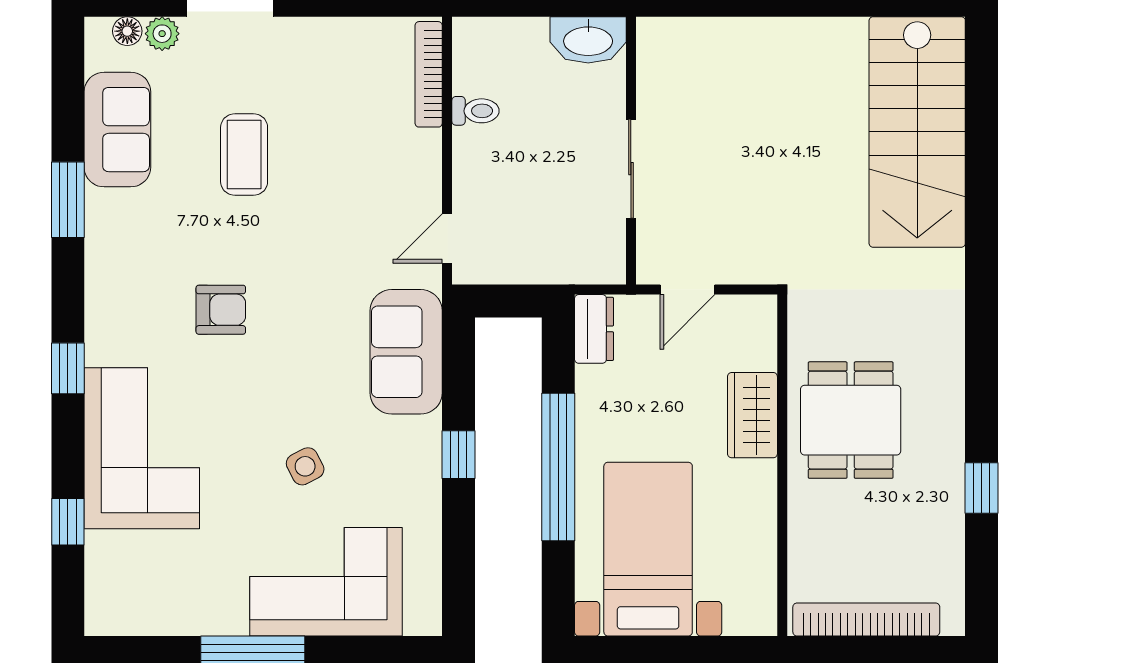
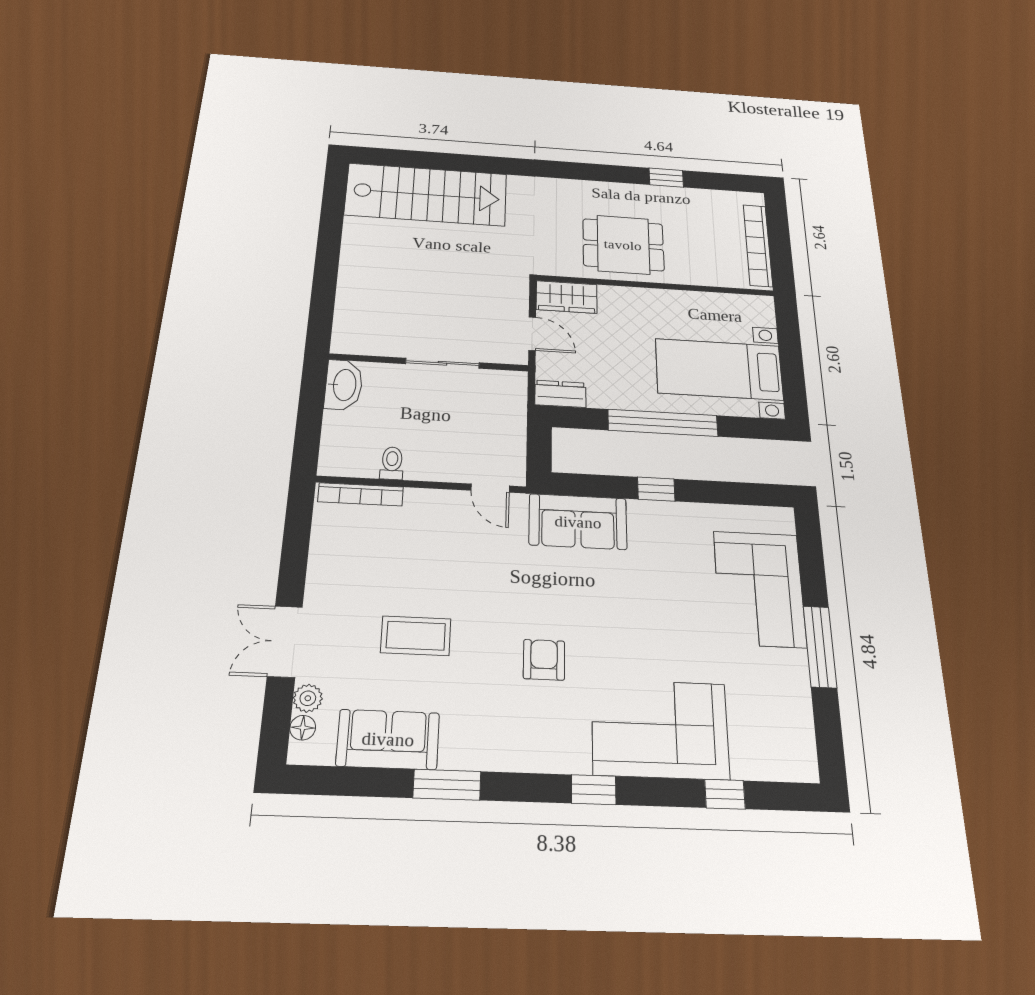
wardrobe: (752, 415) -> (567, 297), moved
side table: (305, 466) -> (670, 600), removed

